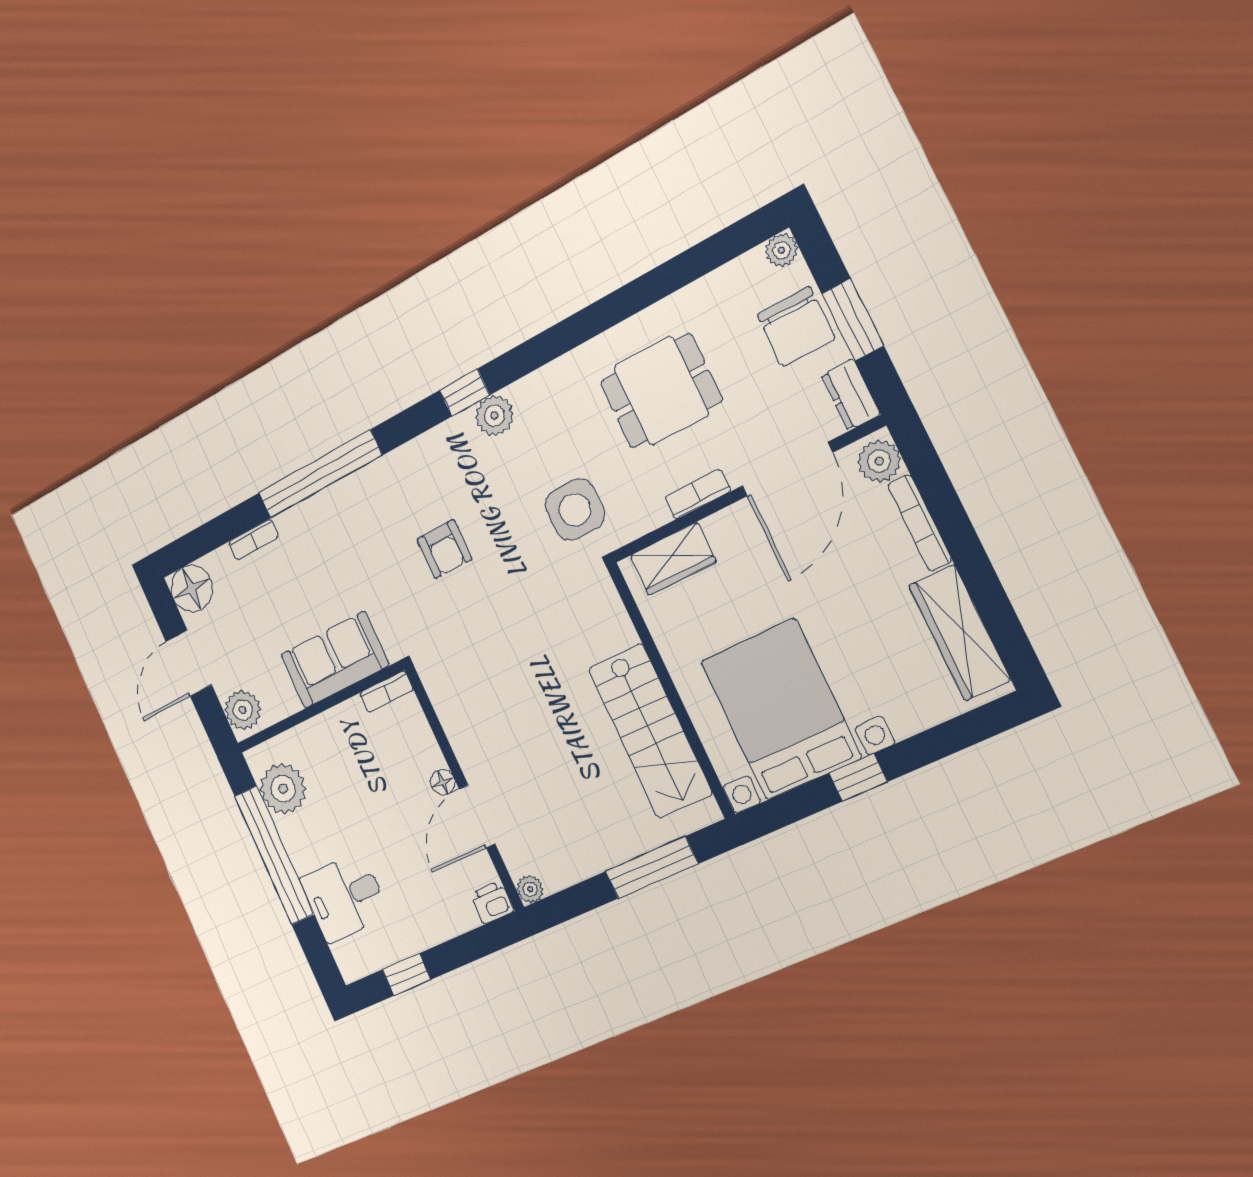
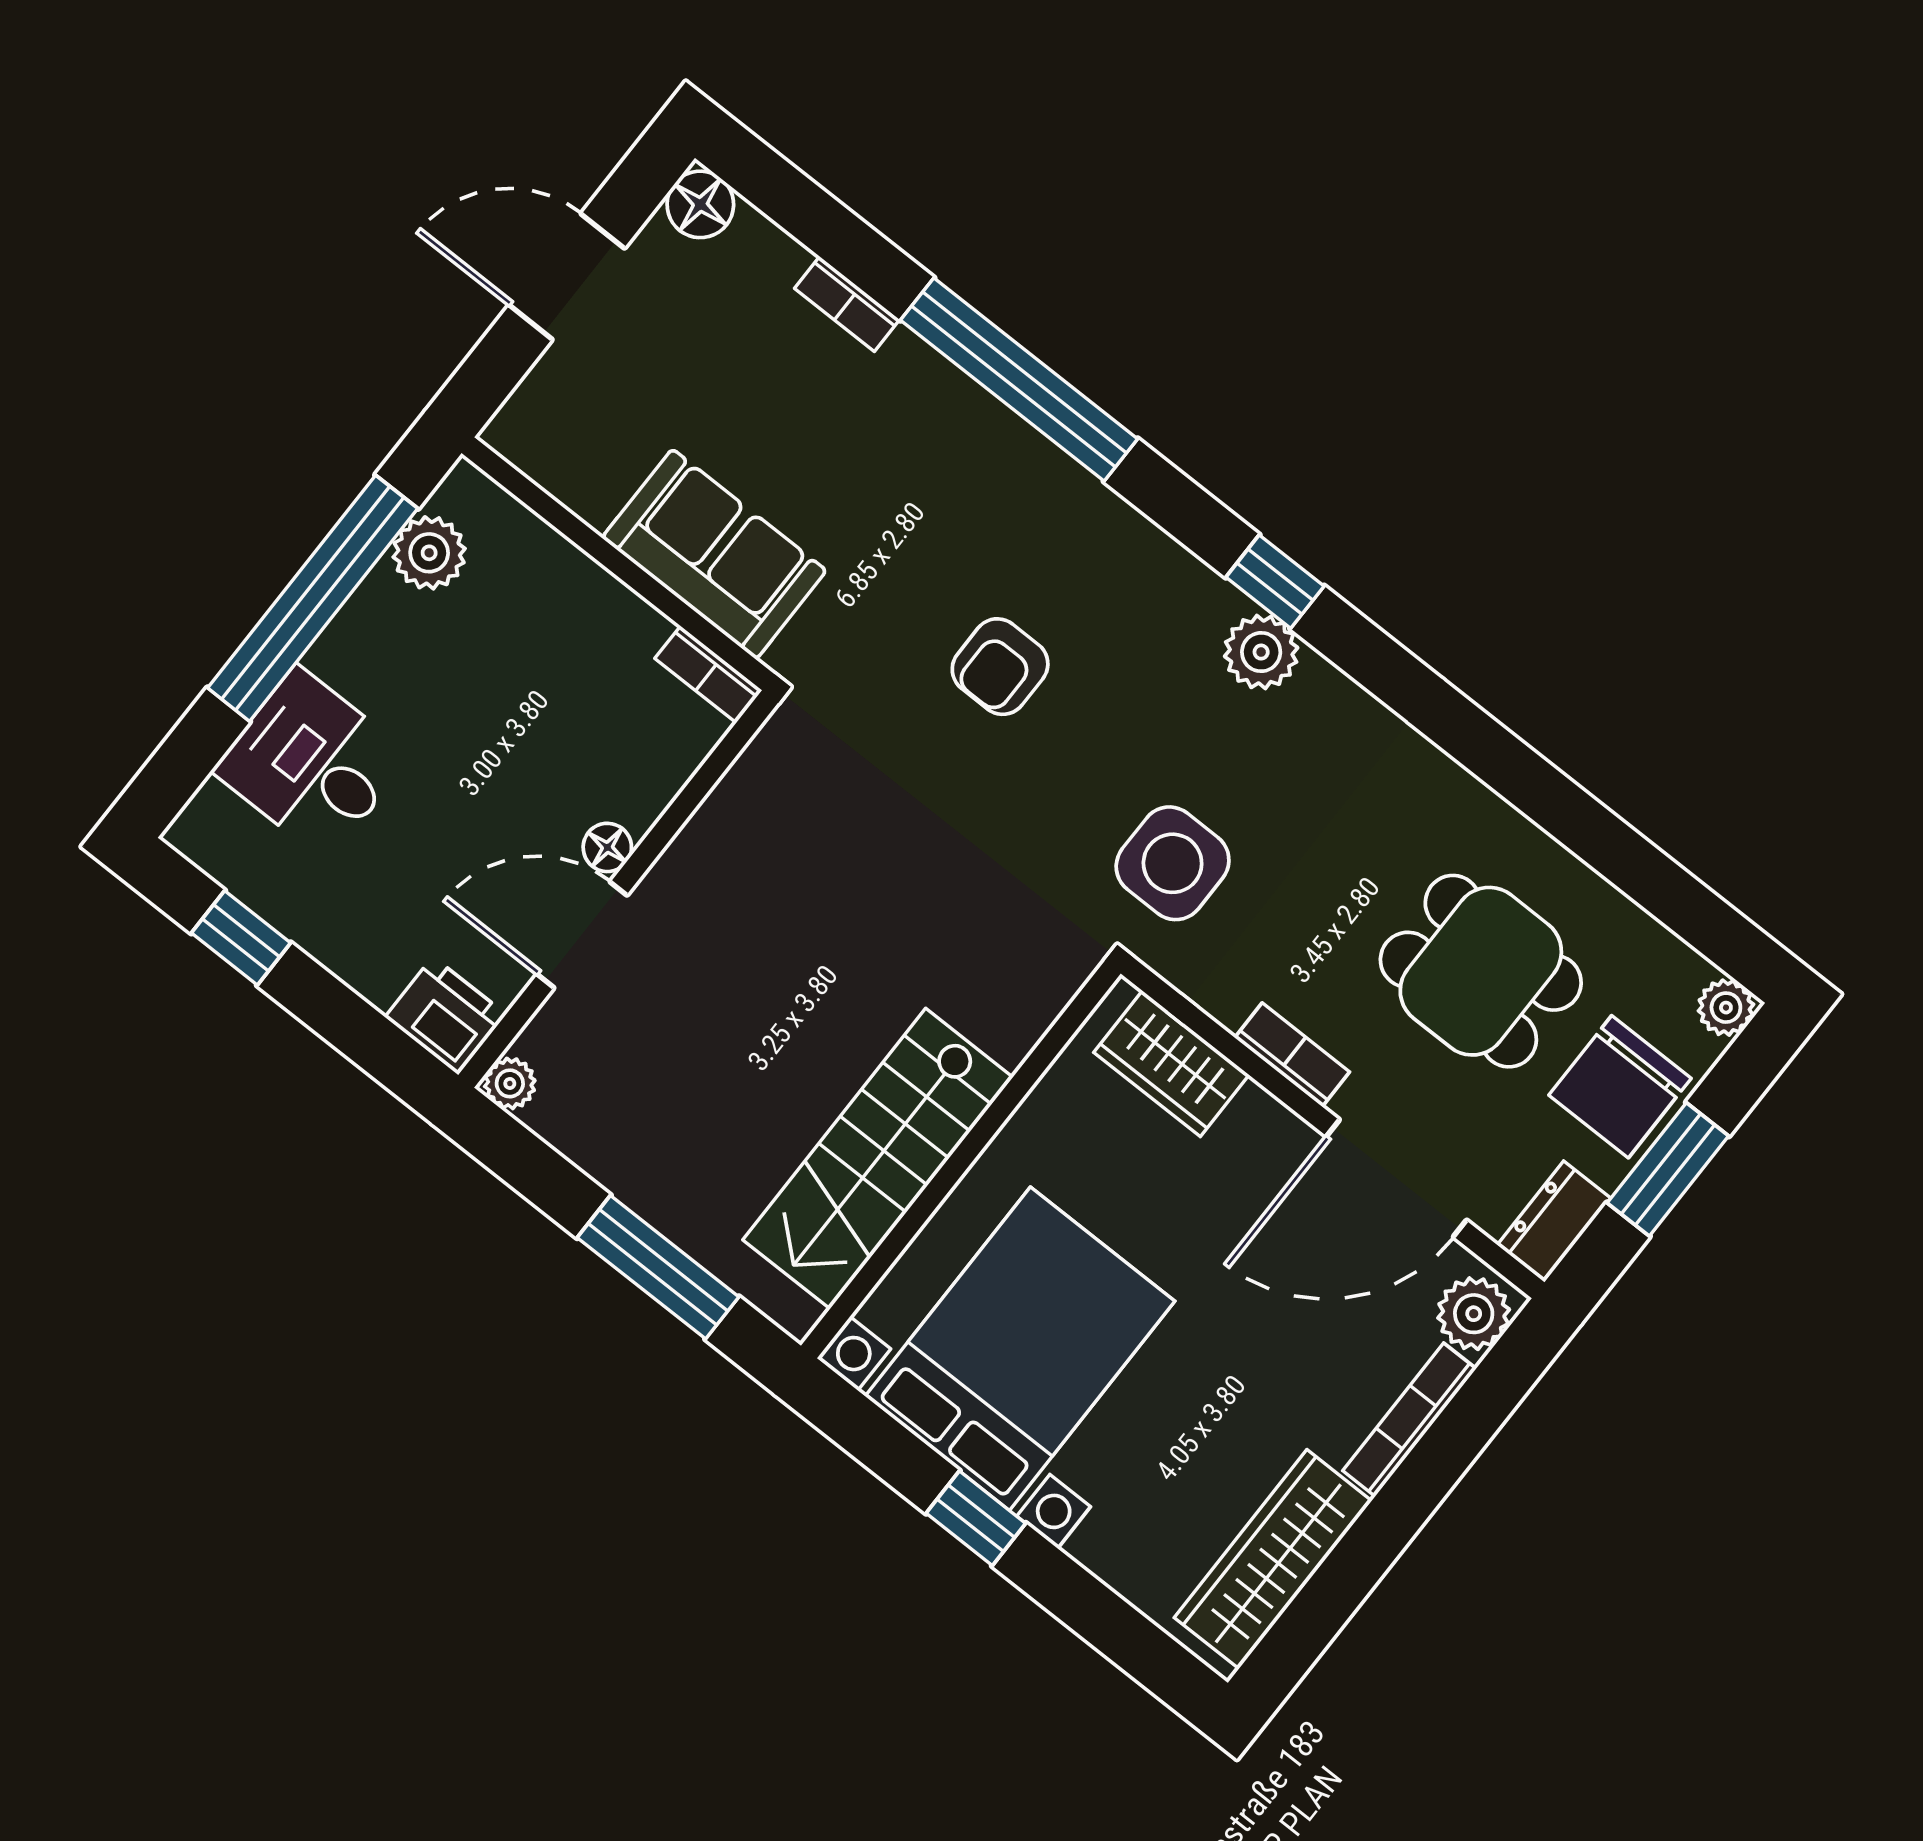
dining table: (661, 391) -> (1481, 971), moved
floor lamp: (192, 589) -> (700, 204), width x0.73, depth x0.73
plant: (243, 710) -> (538, 420), removed
plant: (283, 789) -> (429, 553), width x0.73, depth x0.73
printer: (492, 903) -> (445, 1016), width x1.36, depth x1.24

